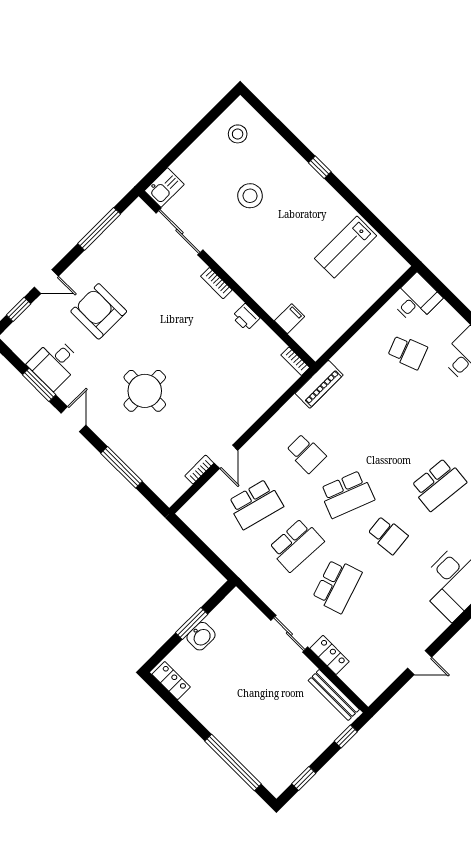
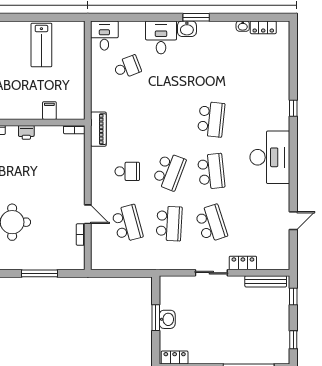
school desk: (255, 504) -> (127, 223), turned -30
school desk: (388, 535) -> (211, 171), width x1.85

